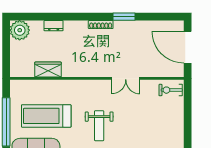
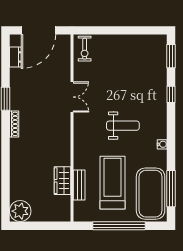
dresser: (54, 26) -> (15, 57), moved
bench: (44, 85) -> (79, 185), added
treadmill: (46, 116) -> (112, 183), turned 180

